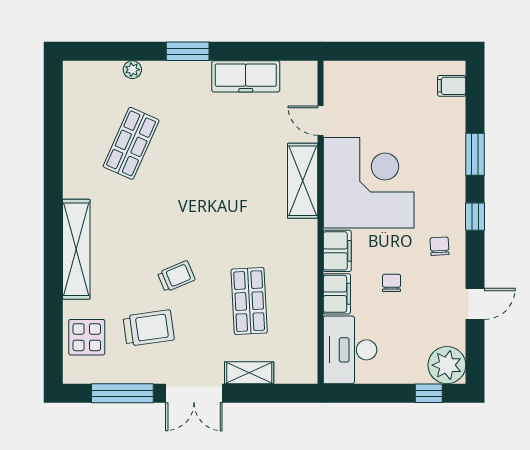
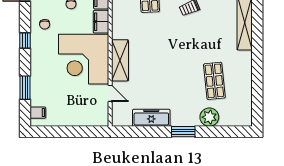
plant: (132, 70) -> (209, 117), width x1.88, depth x1.88
shop shelf: (131, 143) -> (214, 81), turned -30
window: (475, 154) -> (25, 88), moved

